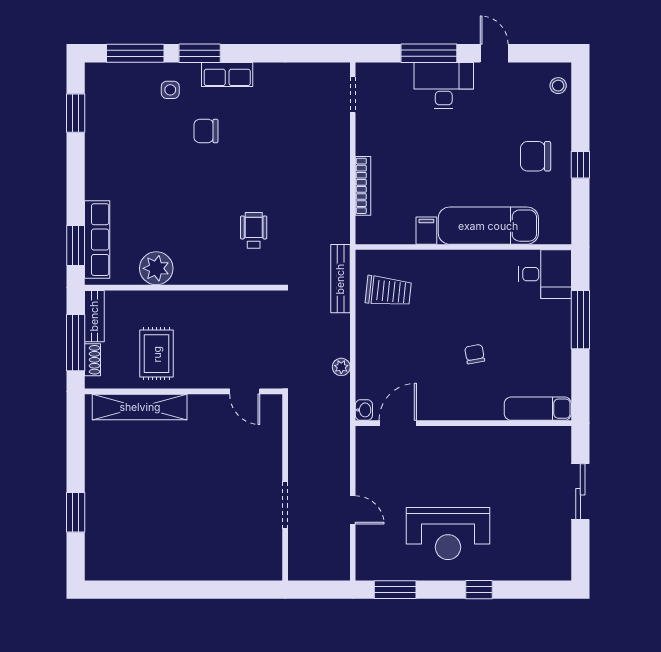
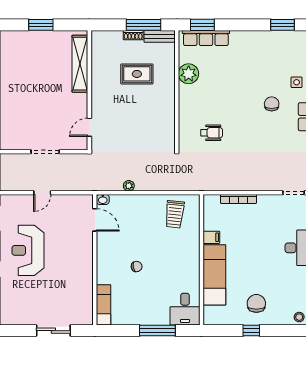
bench: (340, 279) -> (182, 185), removed
wall: (183, 391) -> (89, 90), moved
door: (245, 391) -> (89, 127), moved
shelving: (140, 407) -> (80, 64), moved

